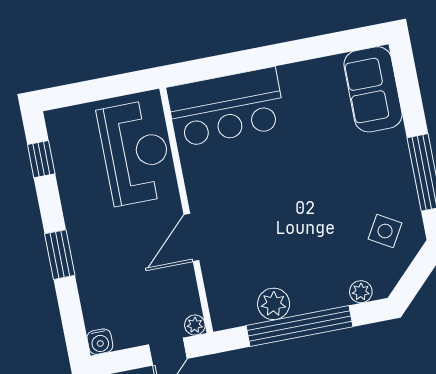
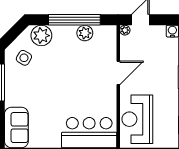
plant: (361, 292) -> (41, 36), width x1.87, depth x1.87

